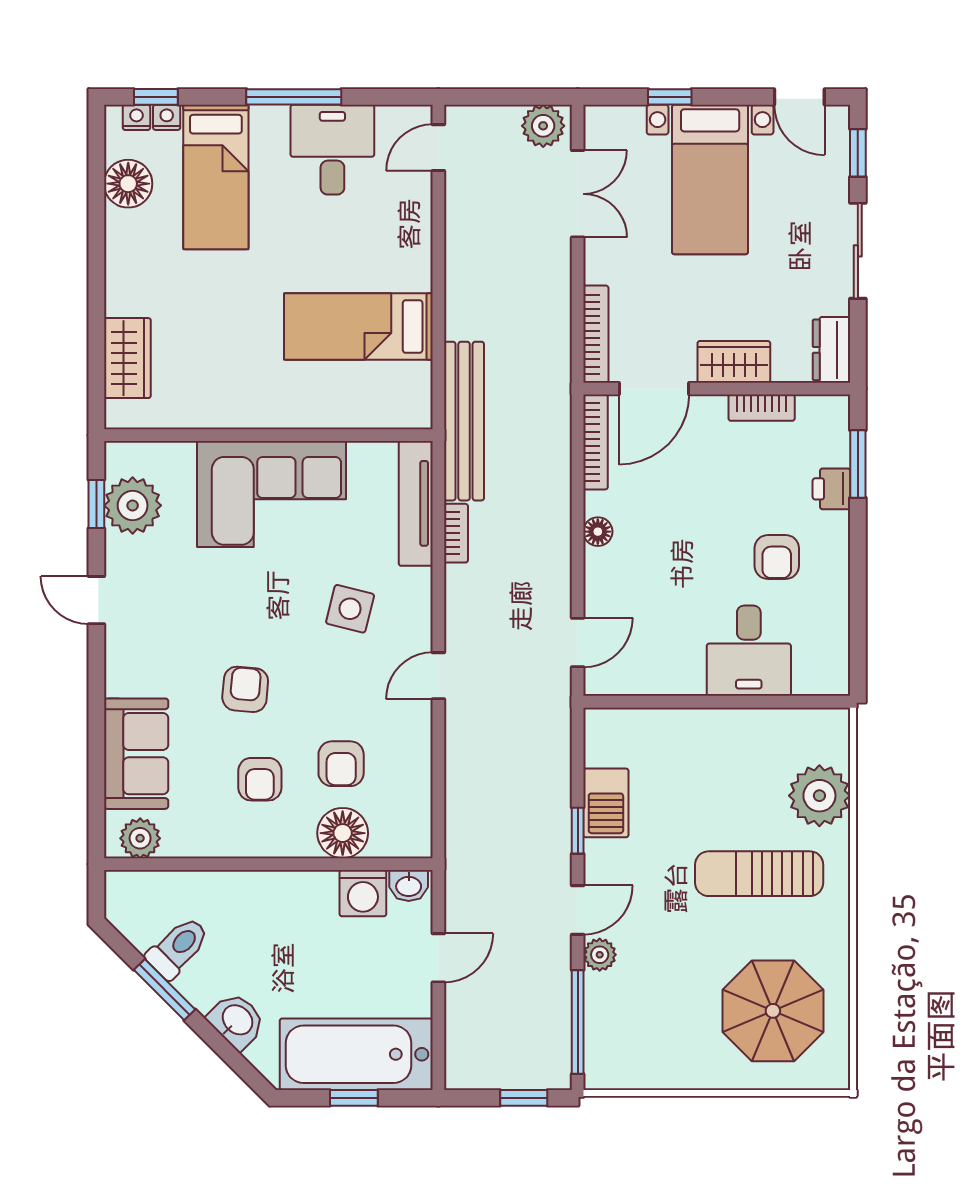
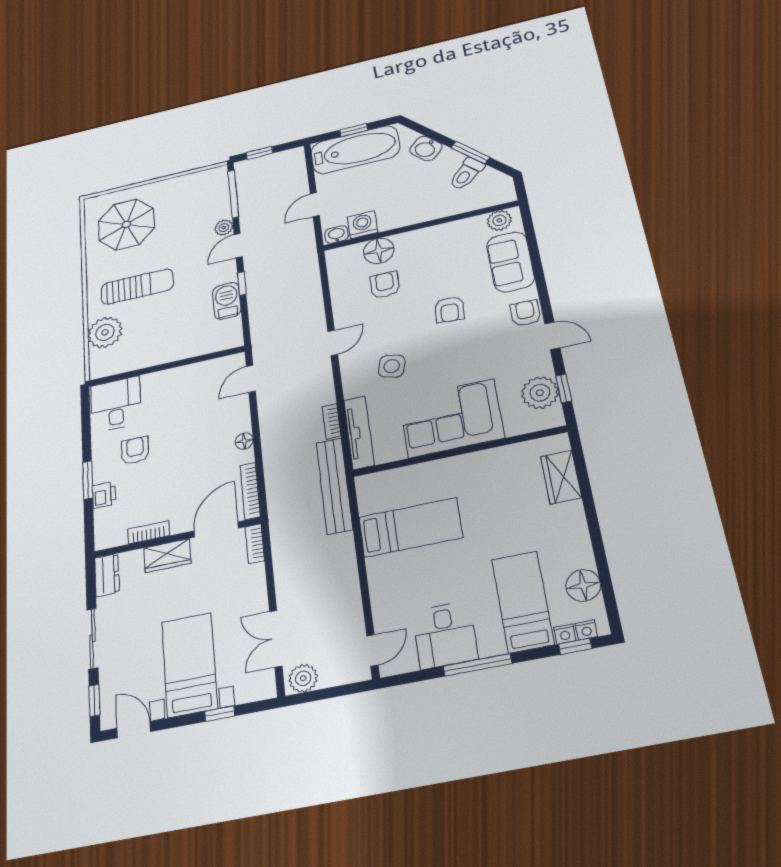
bookcase: (596, 334) -> (255, 544), width x0.64
window: (858, 464) -> (88, 480), moved
desk: (749, 651) -> (116, 404), moved
armchair: (260, 779) -> (525, 313), moved

